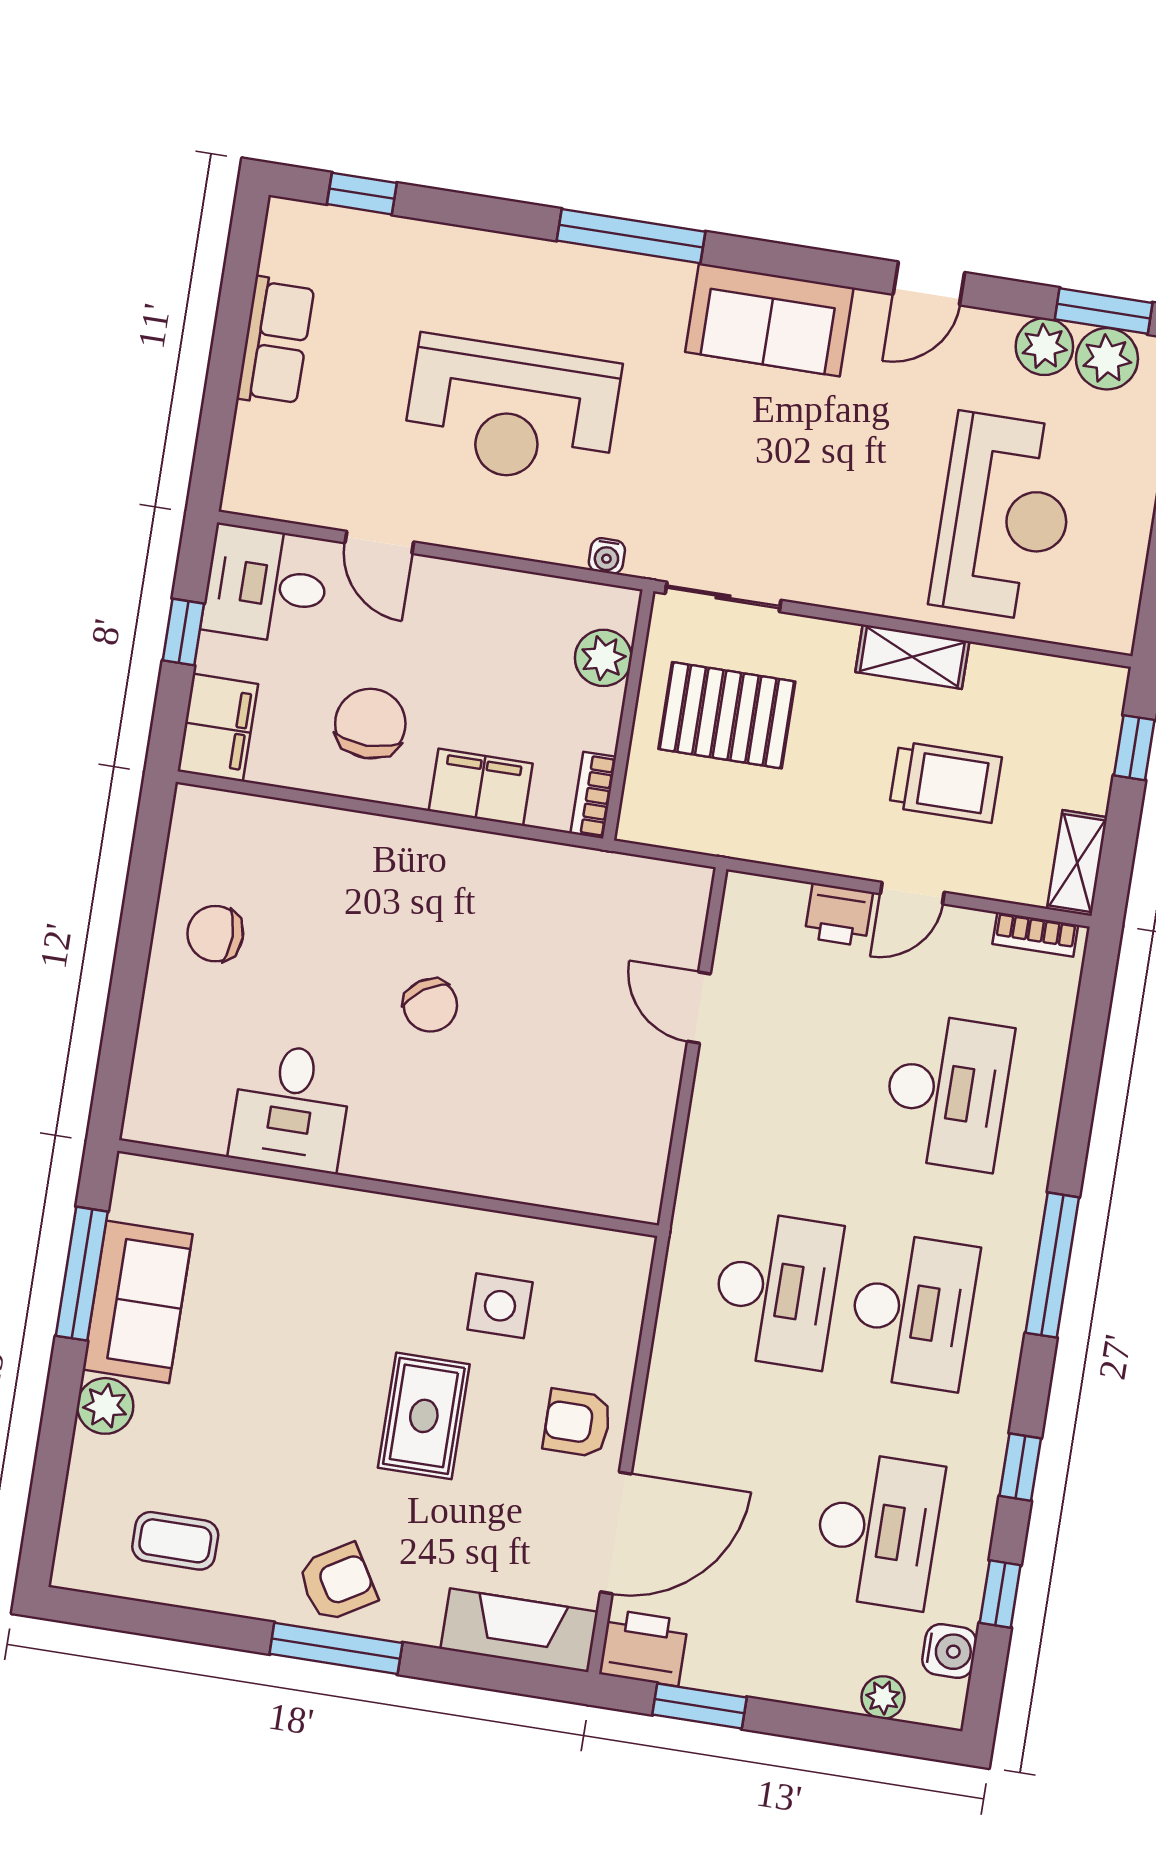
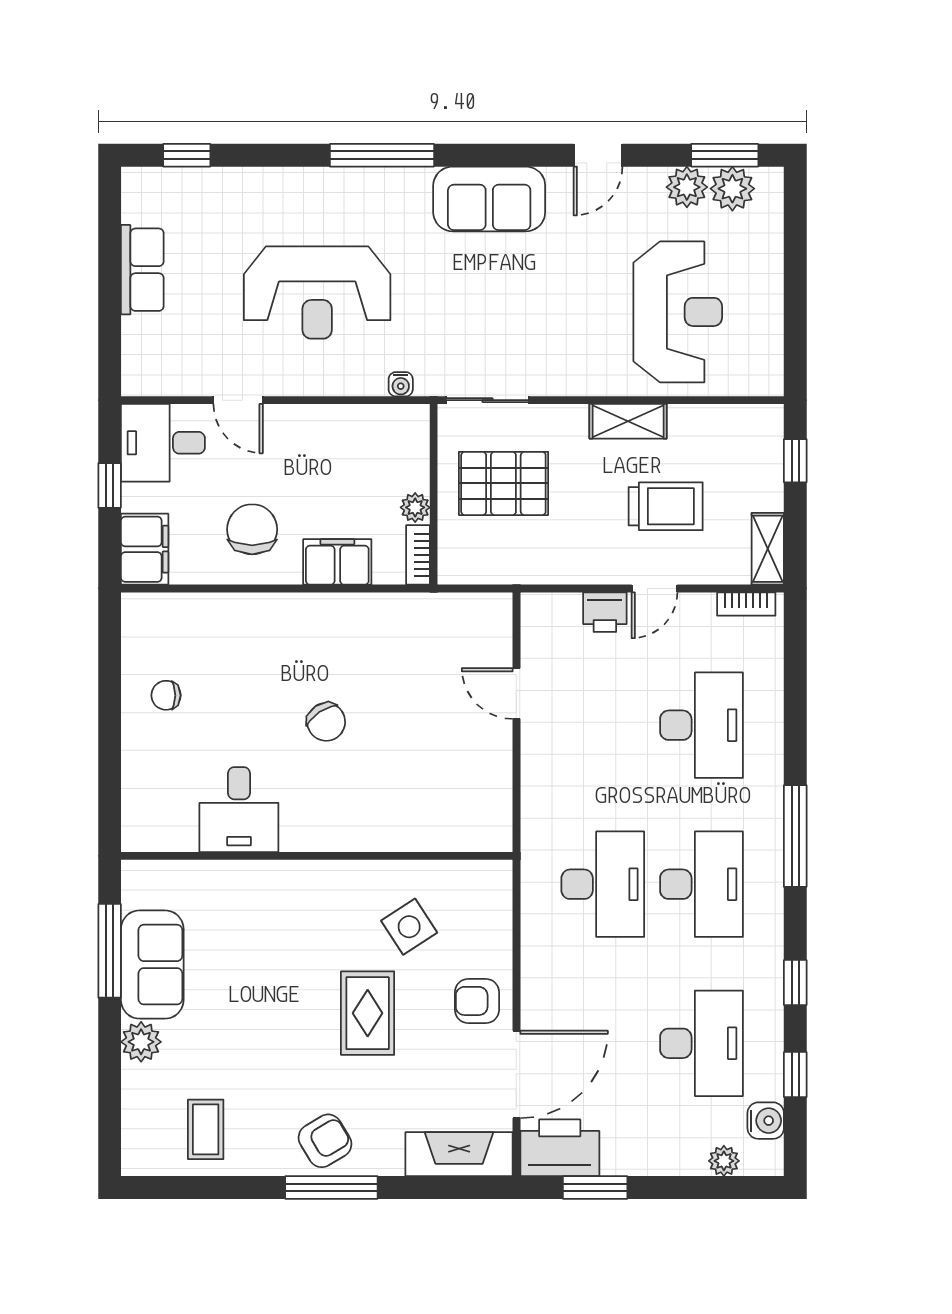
plant: (603, 658) -> (415, 507), moved, width x0.73, depth x0.73
chair: (215, 934) -> (166, 695), width x0.73, depth x0.73
side table: (500, 1306) -> (409, 927), turned -33
coffee table: (175, 1541) -> (206, 1129), turned 90
printer: (644, 1648) -> (560, 1148), width x1.37, depth x1.19

